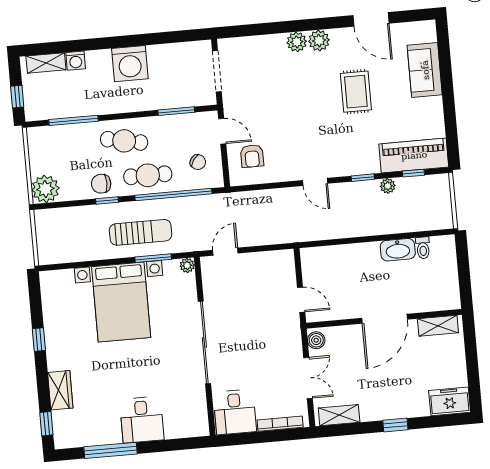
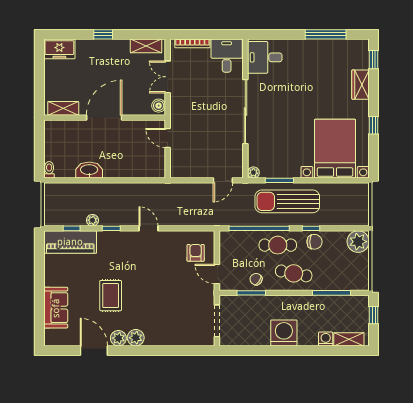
plant: (297, 42) -> (118, 338), moved
chair: (198, 162) -> (256, 279), moved
sun lounger: (141, 232) -> (287, 201), width x1.36, depth x1.34
toilet: (423, 248) -> (49, 170), moved
bed with nightstands: (121, 302) -> (335, 149), moved
desk: (142, 420) -> (265, 57), moved, turned -90

